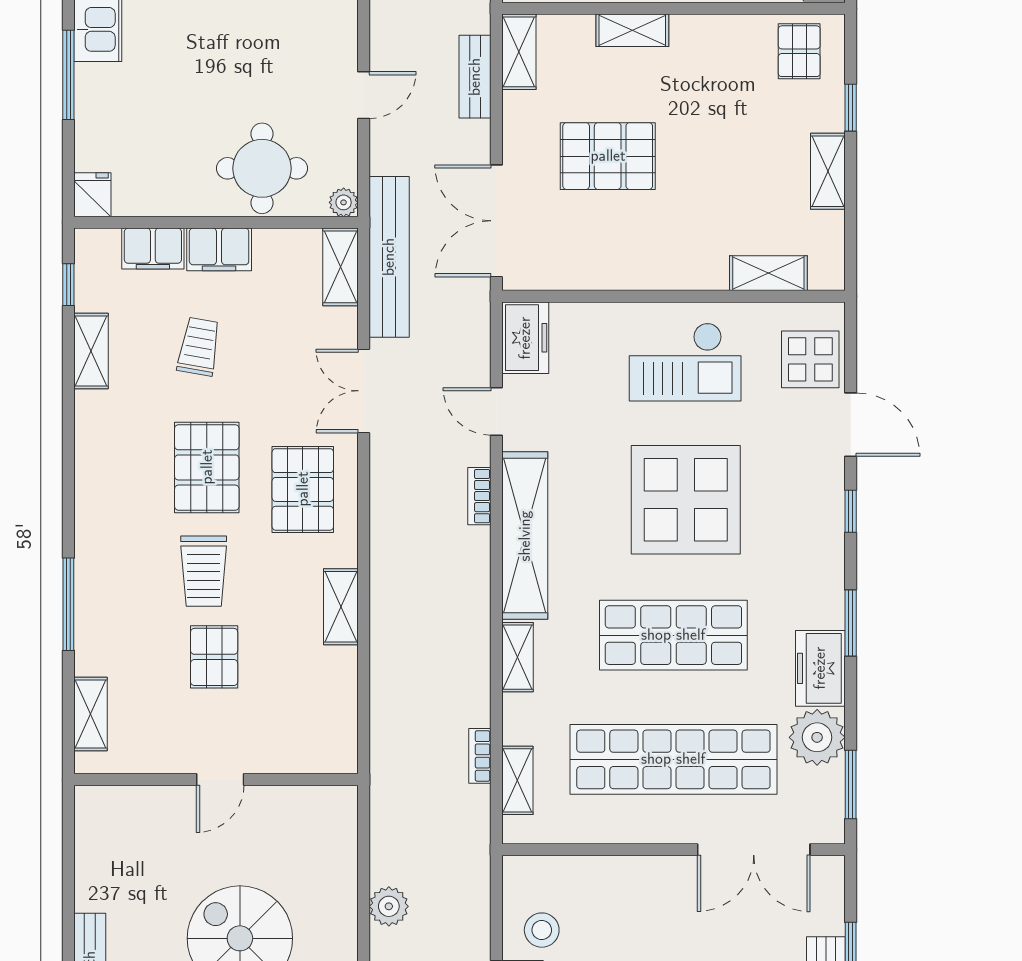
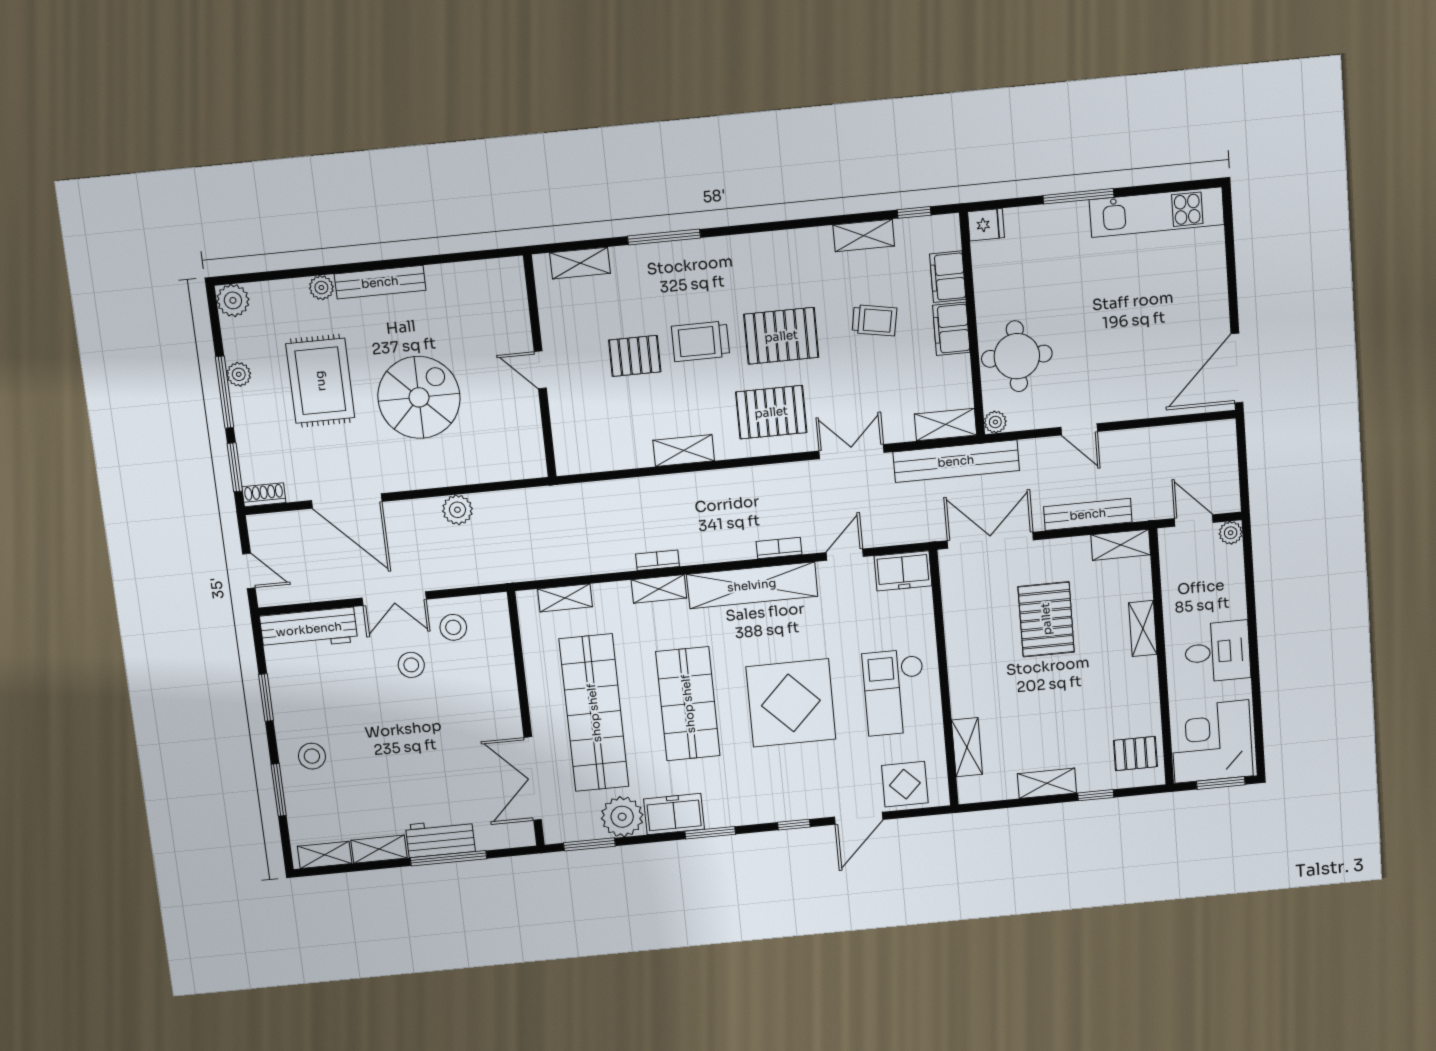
bench: (475, 77) -> (1088, 514), width x1.36
bookcase: (480, 756) -> (657, 560), moved

